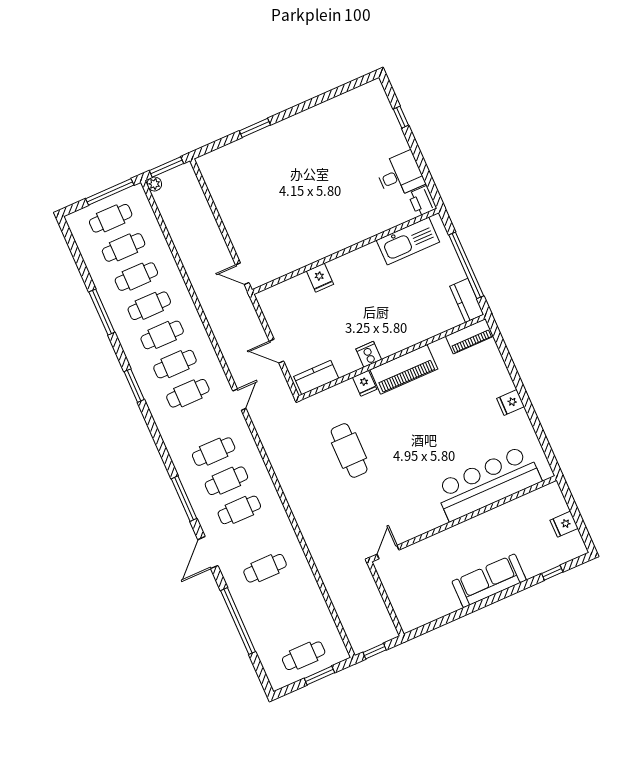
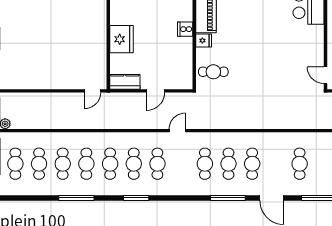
fridge: (320, 278) -> (121, 39), width x1.88, depth x1.34
kitchen counter: (316, 377) -> (125, 82), moved, turned 90
door: (239, 400) -> (177, 131), hinge flipped
cafe table: (349, 450) -> (213, 72), moved, width x0.73, depth x0.74

